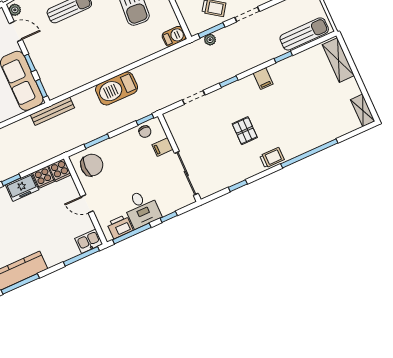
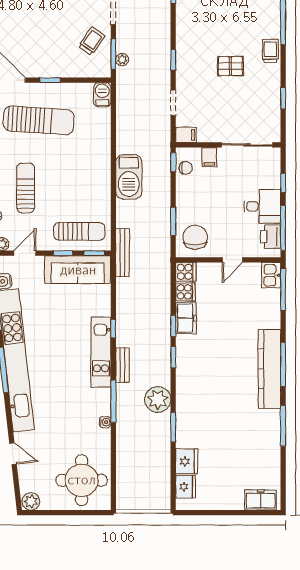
sun lounger: (54, 68) -> (79, 231), added
filing cabinet: (263, 79) -> (186, 135), moved

